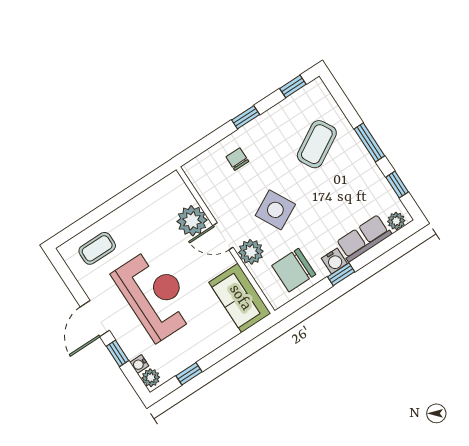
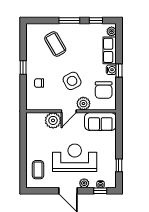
window: (293, 86) -> (23, 38), removed
window: (118, 353) -> (100, 191), moved
plant: (151, 378) -> (84, 183), moved

